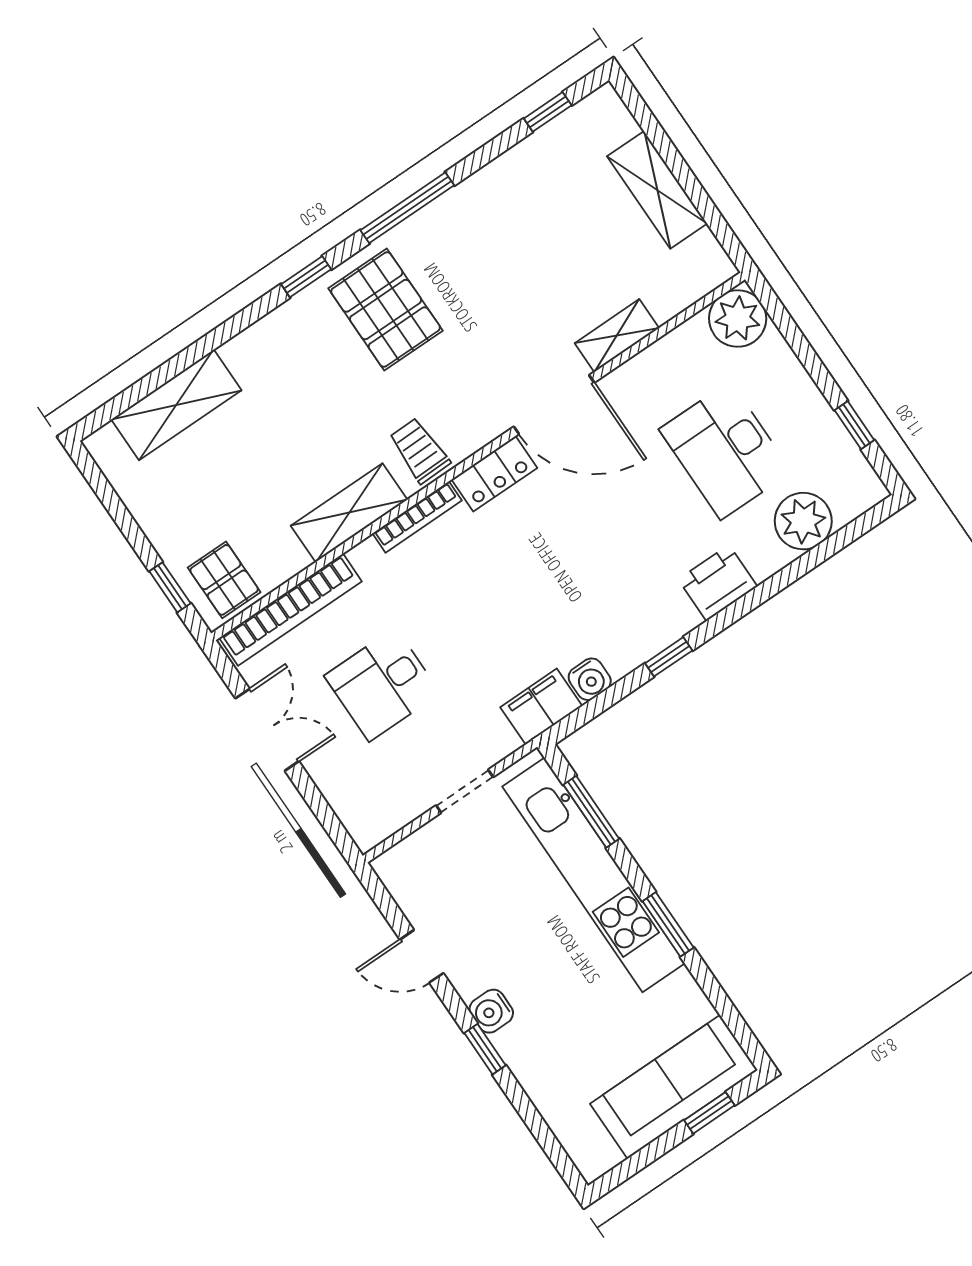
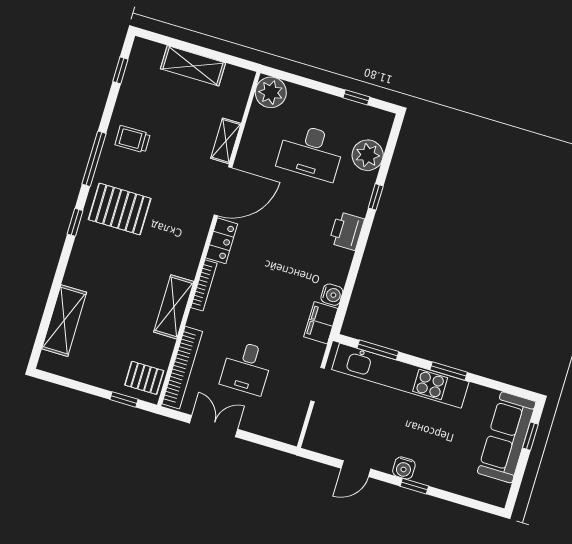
trolley: (419, 451) -> (133, 139), moved
printer: (718, 583) -> (347, 231), moved
window: (669, 657) -> (376, 197), moved

